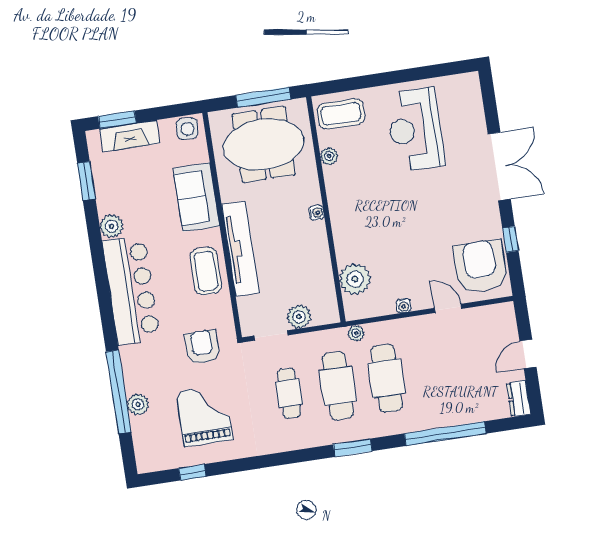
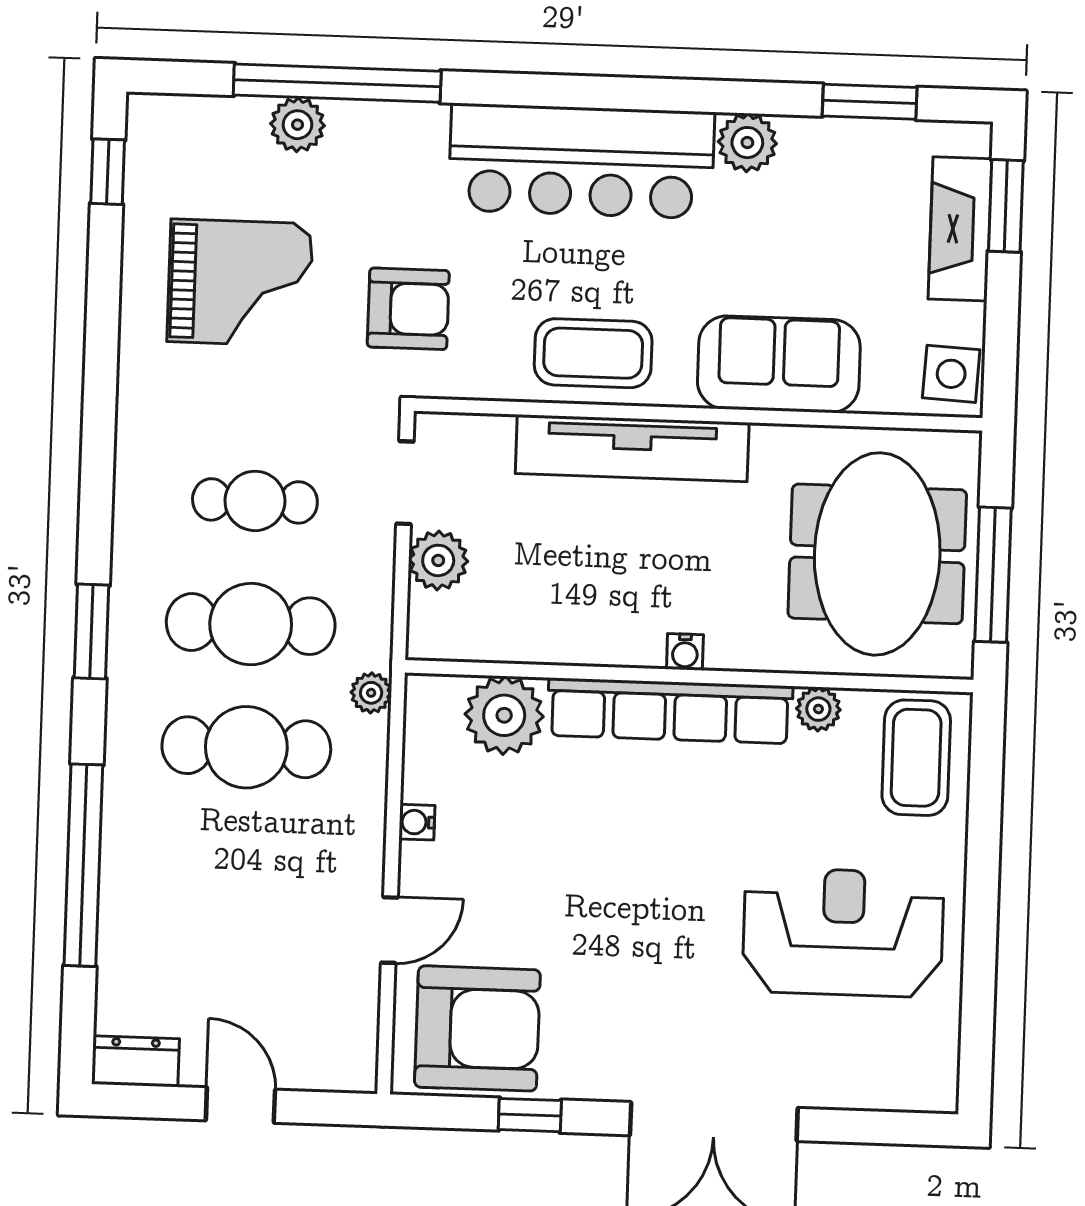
row of seats: (341, 214) -> (670, 711), added
window: (192, 472) -> (108, 172), moved

